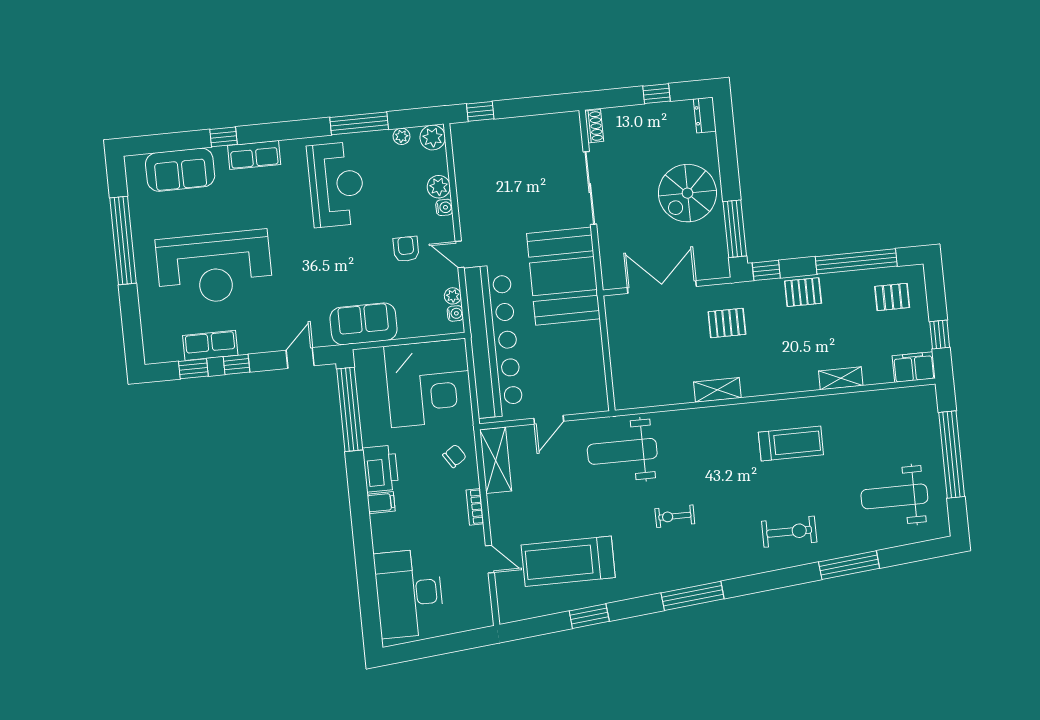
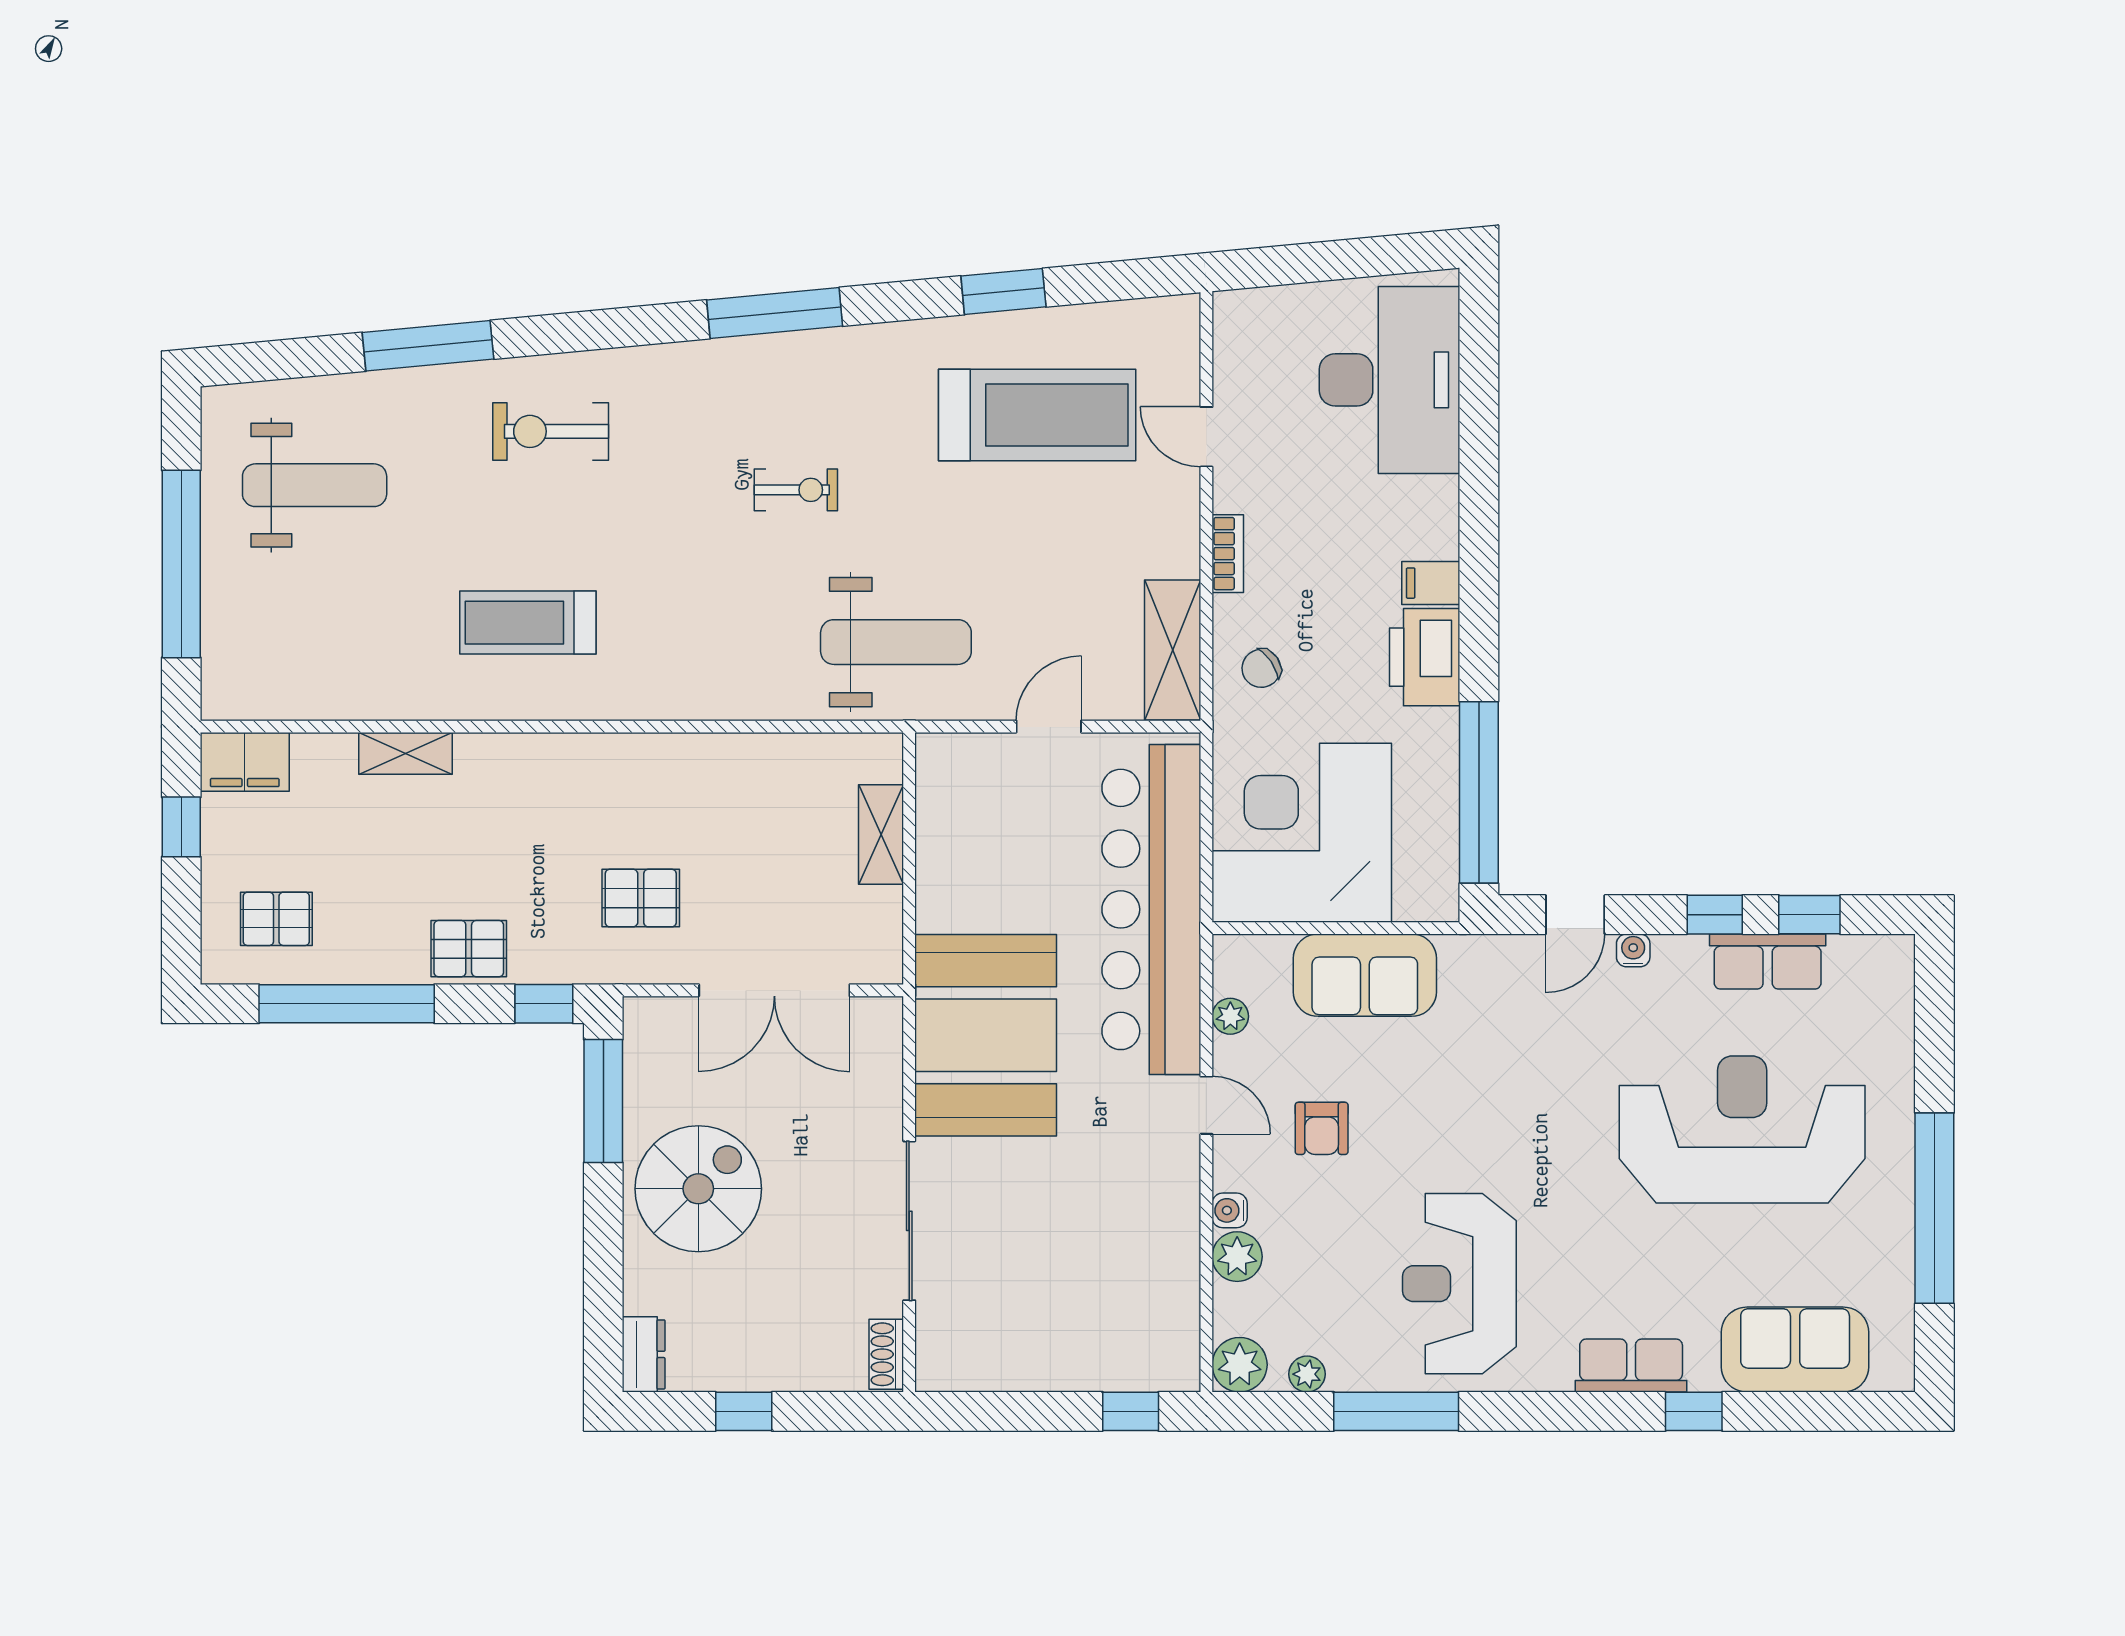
water cooler: (455, 313) -> (1633, 950), moved, turned 90
sofa: (364, 324) -> (1365, 975), moved
shelving: (717, 390) -> (881, 834), moved, turned 90

